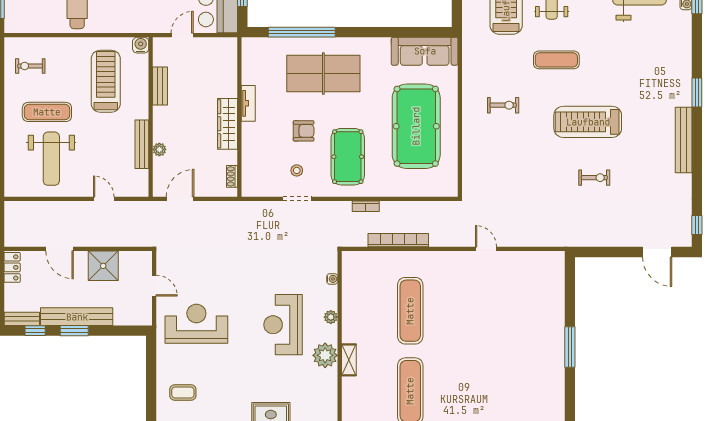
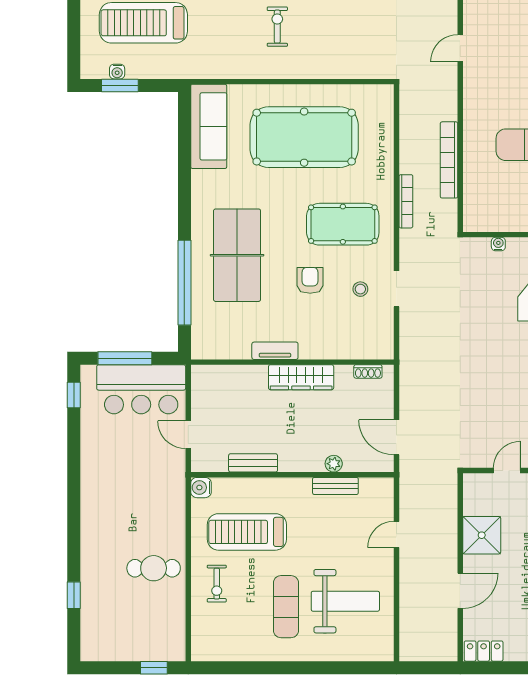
exercise bike: (30, 66) -> (217, 584), moved
bench: (142, 144) -> (335, 486), width x0.73
bookcase: (366, 206) -> (406, 201), width x1.56

